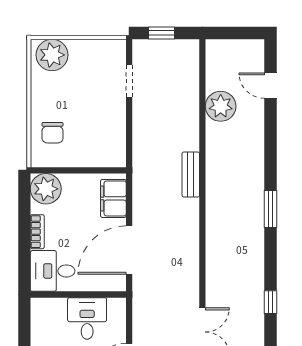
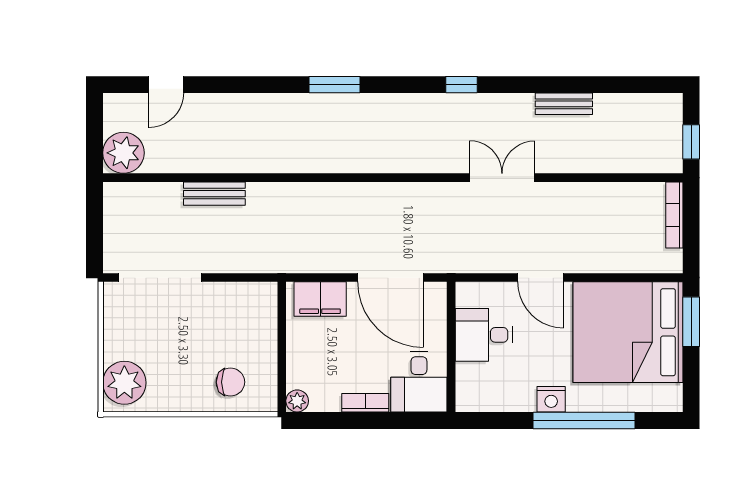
window: (162, 33) -> (94, 233), removed
doorway: (129, 81) -> (160, 278), width x1.88
plant: (221, 106) -> (123, 153), moved
bench: (191, 174) -> (214, 194), moved
plant: (46, 189) -> (297, 401), width x0.53, depth x0.53

